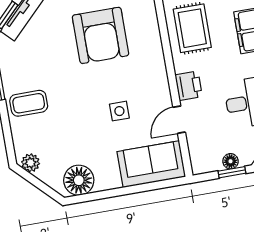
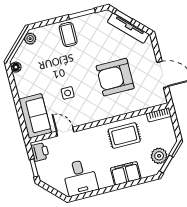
printer: (189, 86) -> (40, 152), moved, turned -90
floor lamp: (231, 161) -> (41, 167), removed
floor lamp: (79, 180) -> (16, 67), width x0.53, depth x0.53

